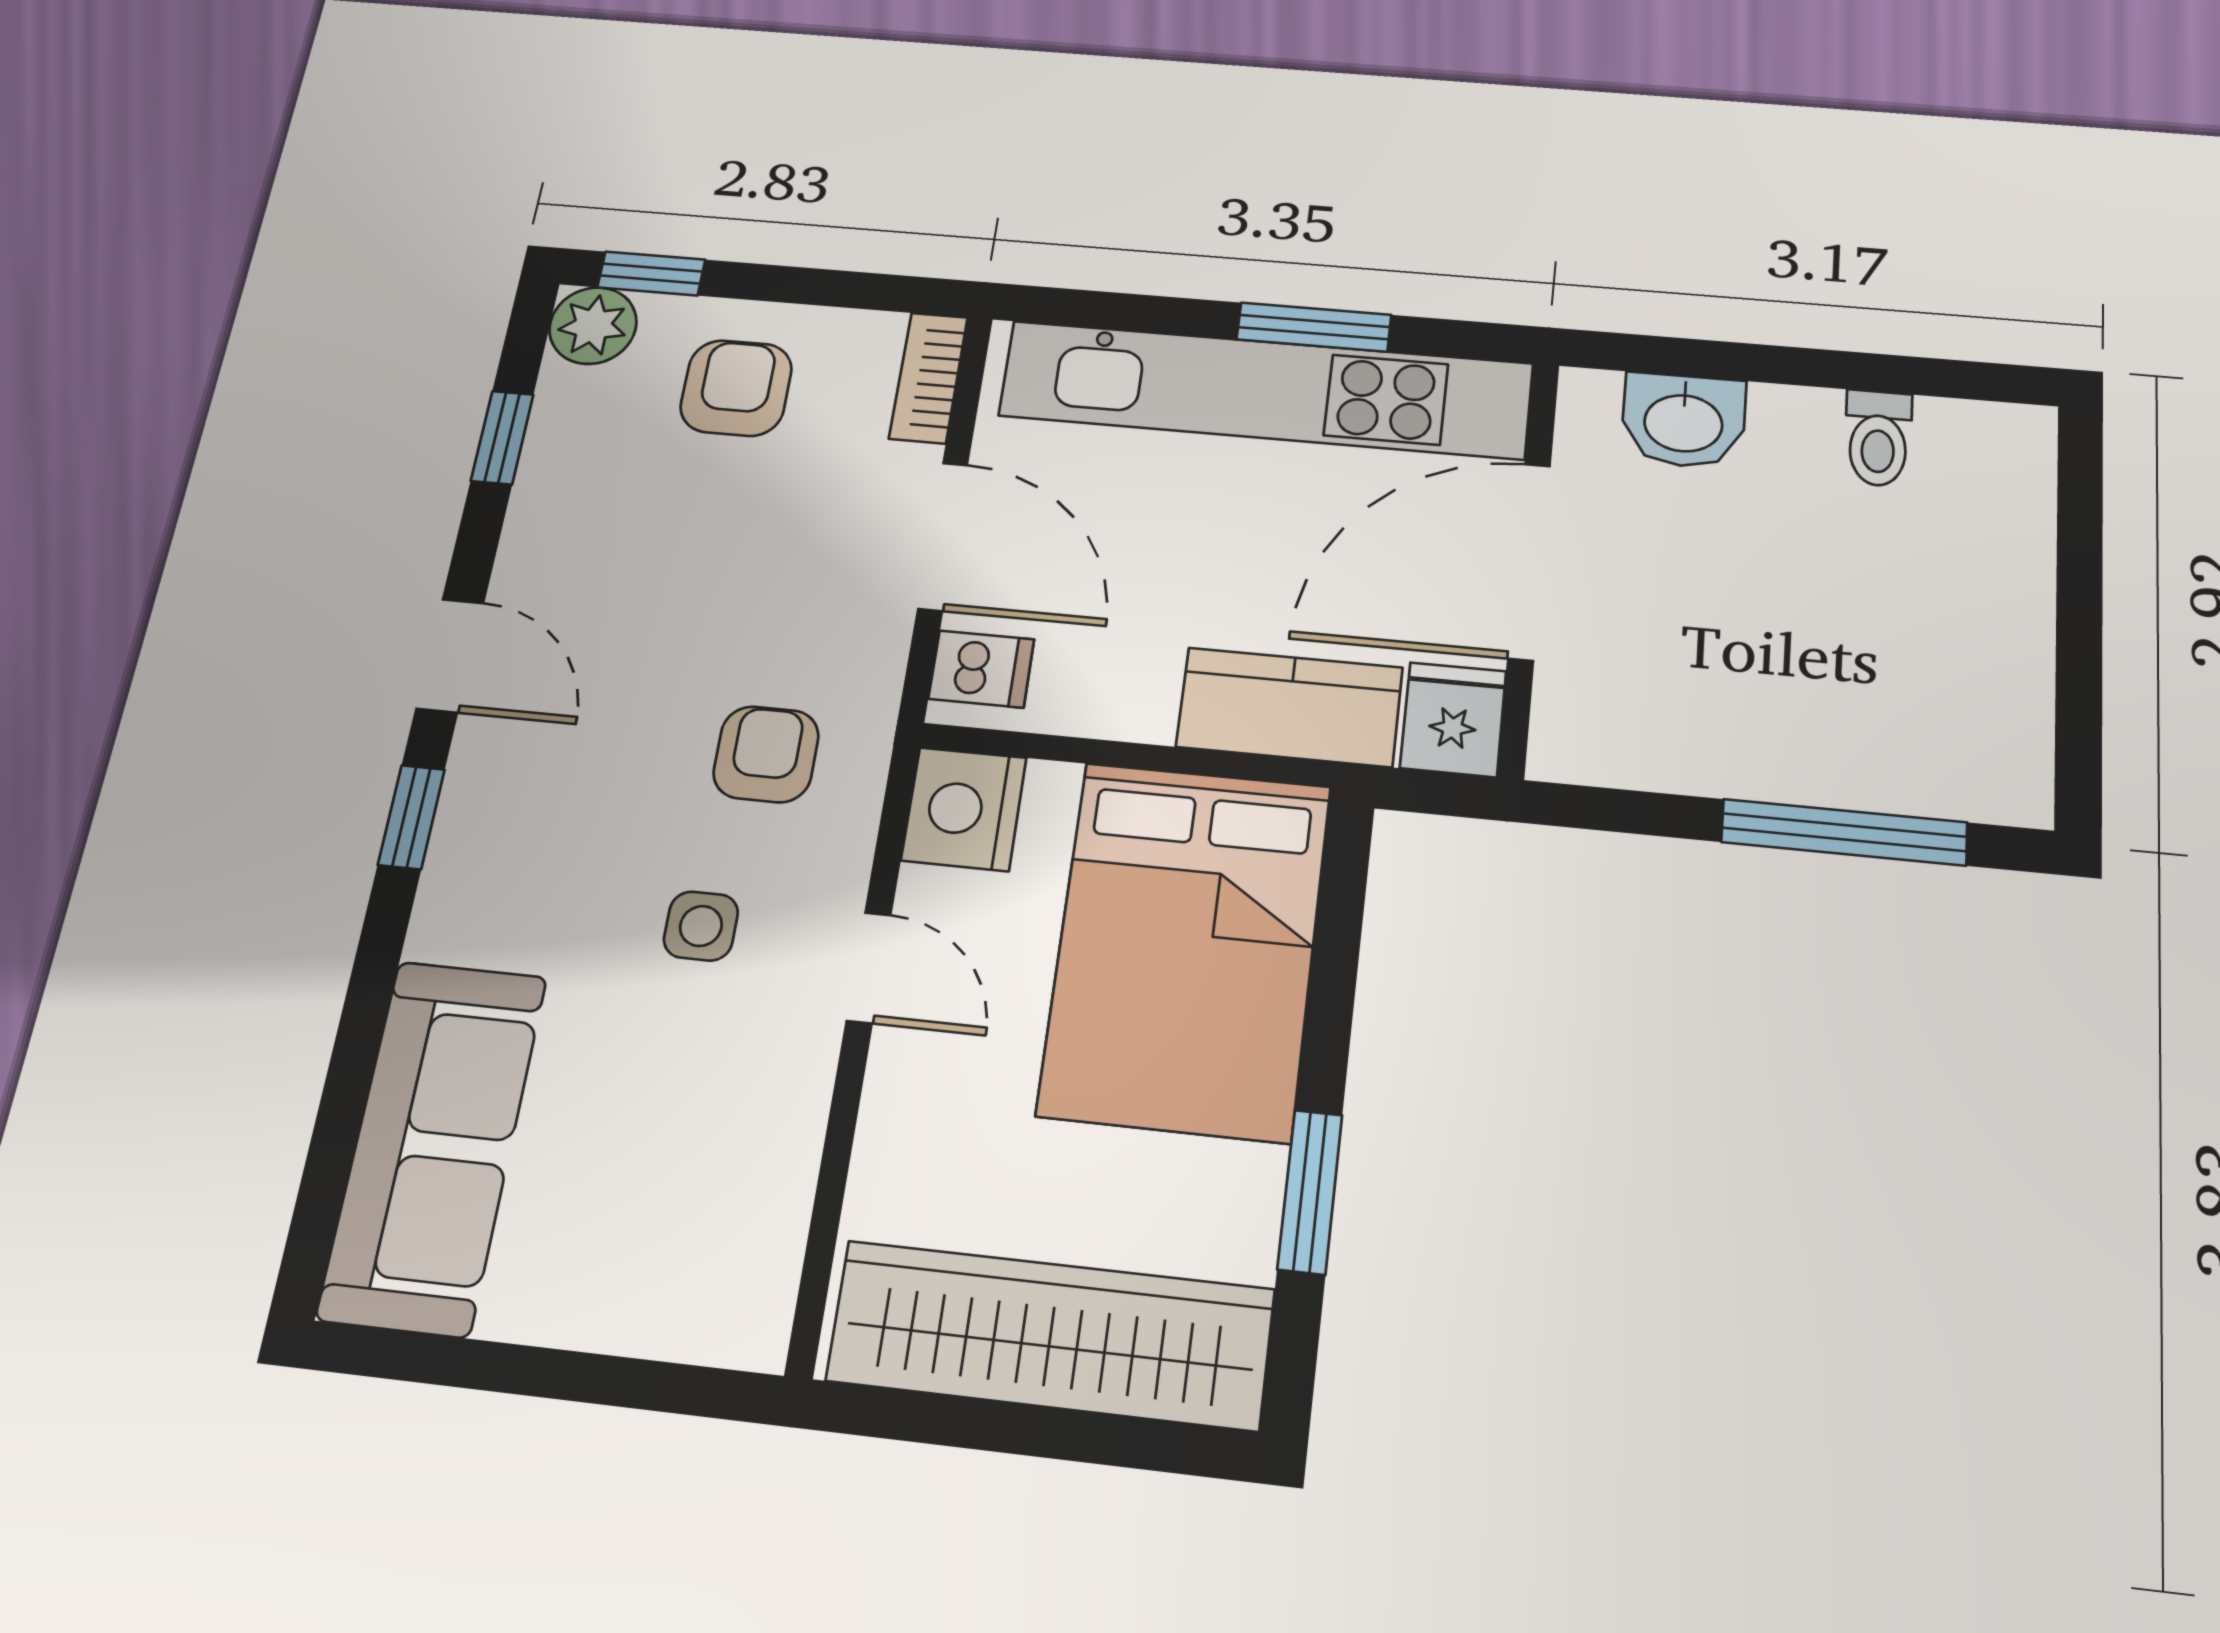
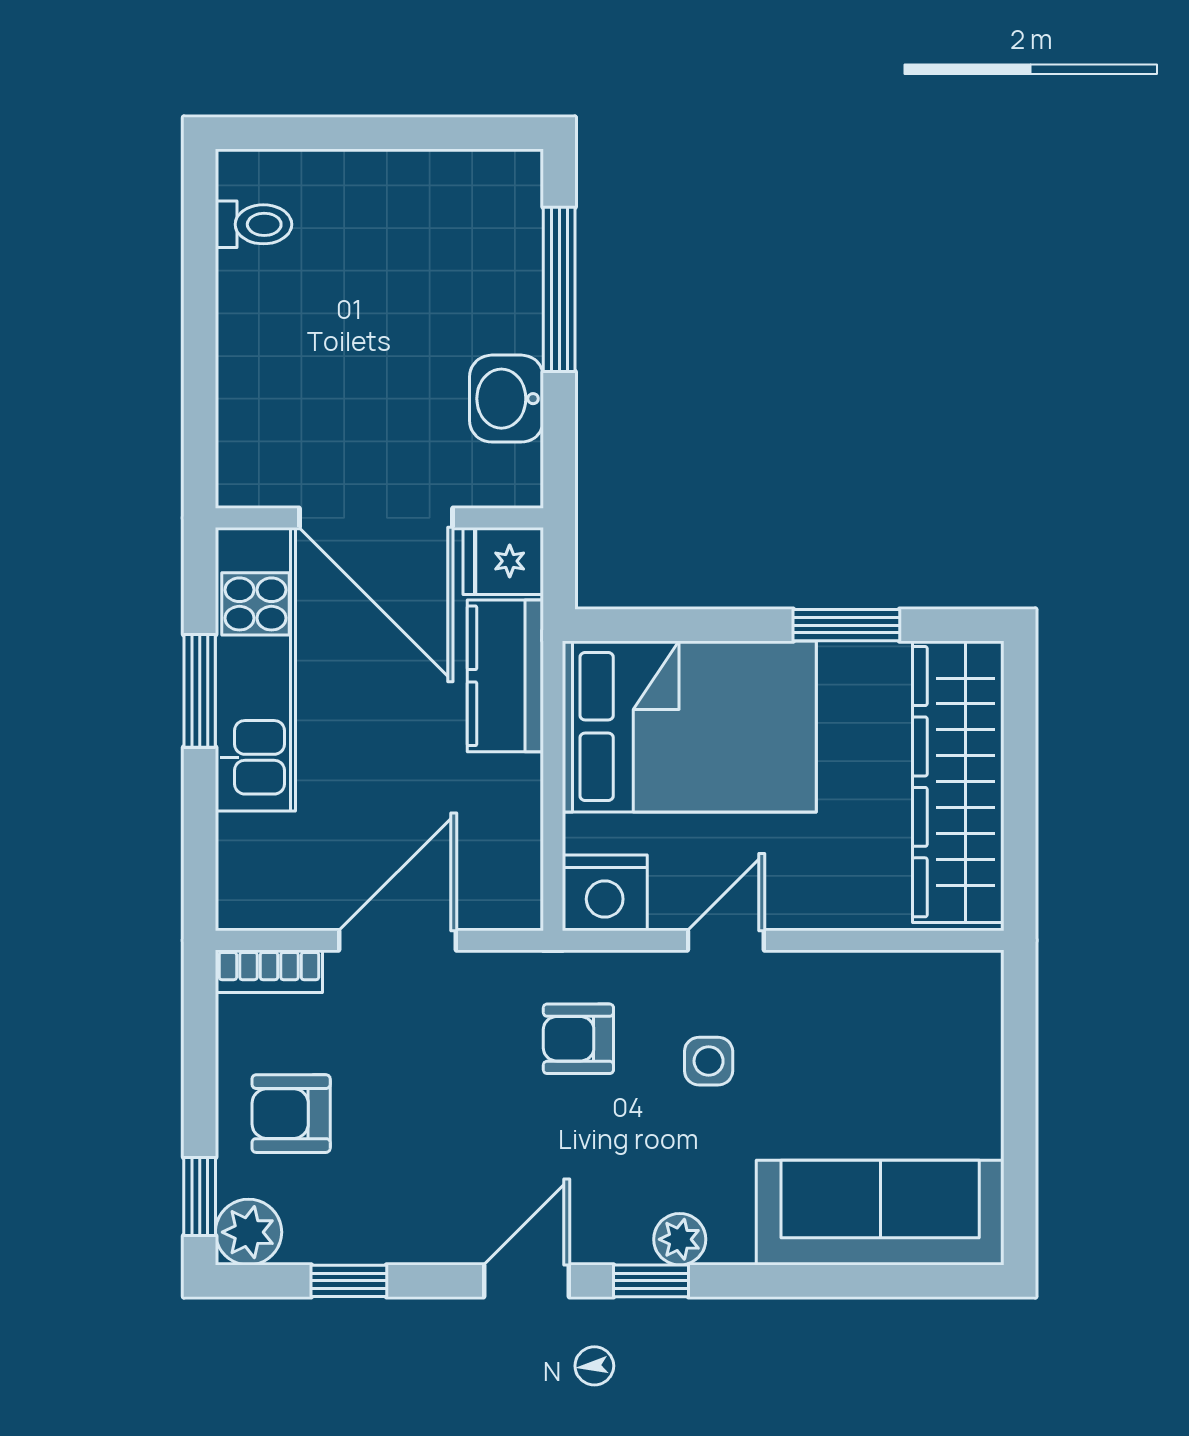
kitchen unit: (1265, 390) -> (255, 669), width x0.73
washbasin: (1683, 421) -> (506, 399), moved, turned 180
toilet: (1878, 438) -> (254, 224), moved
dishwasher: (981, 669) -> (498, 897), removed
plant: (460, 861) -> (680, 1239), added

